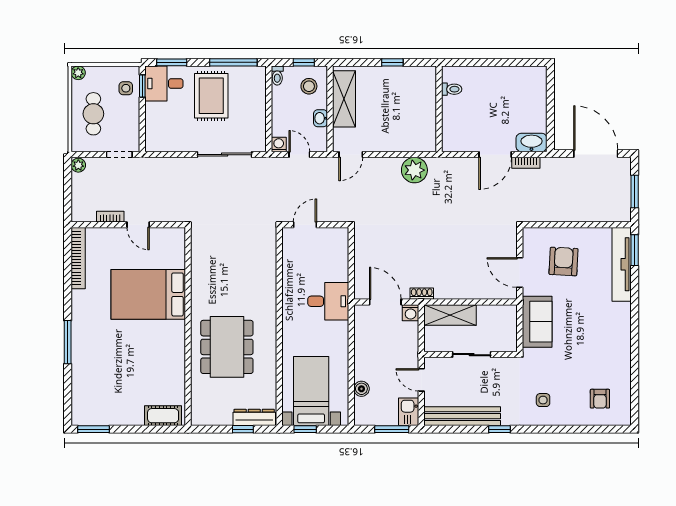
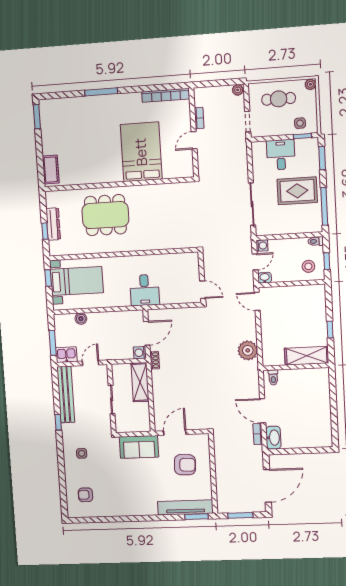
desk: (164, 84) -> (281, 155), moved
toilet: (452, 89) -> (273, 377), moved
shelving: (344, 99) -> (307, 356), moved
washbasin: (321, 118) -> (265, 278), moved
door: (305, 225) -> (203, 290), moved
dresser: (254, 417) -> (53, 224), moved

